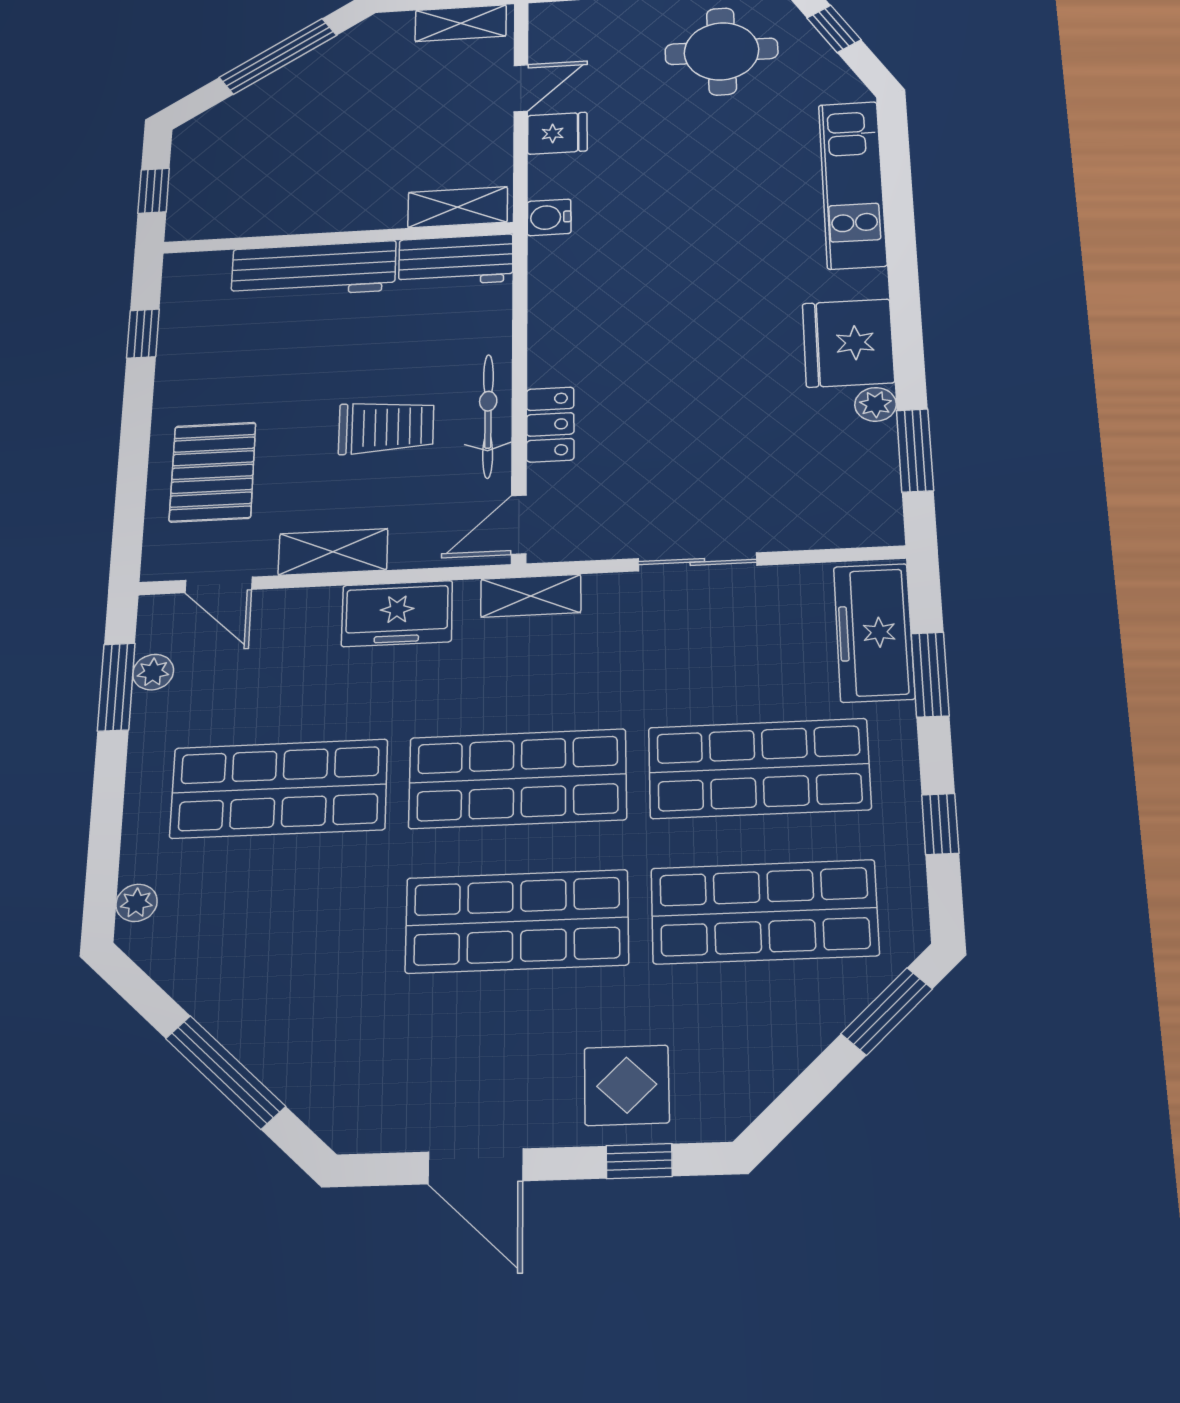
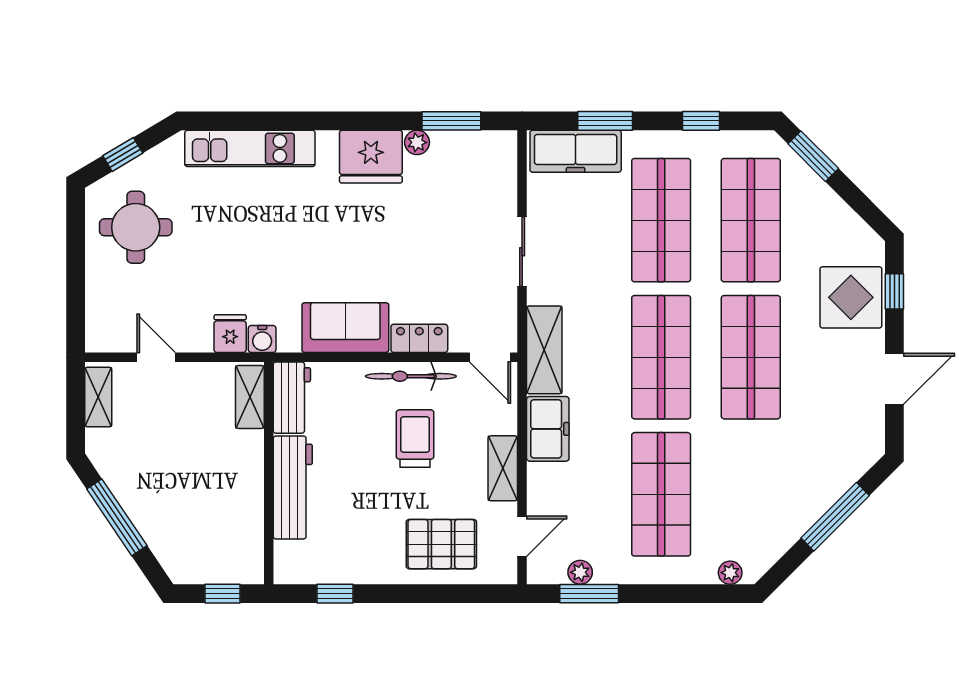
fridge: (557, 133) -> (230, 334), moved
sofa: (568, 324) -> (345, 328), added
shelving: (531, 596) -> (544, 350), width x1.50, depth x1.33
display table: (627, 1085) -> (851, 297), width x1.36, depth x1.36

